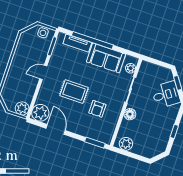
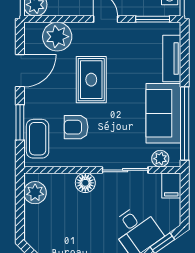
window: (92, 40) -> (185, 123), moved
filing cabinet: (147, 67) -> (171, 186), added
plant: (40, 113) -> (57, 37), moved
coffee table: (97, 132) -> (38, 139), added
window: (95, 143) -> (20, 122), moved

